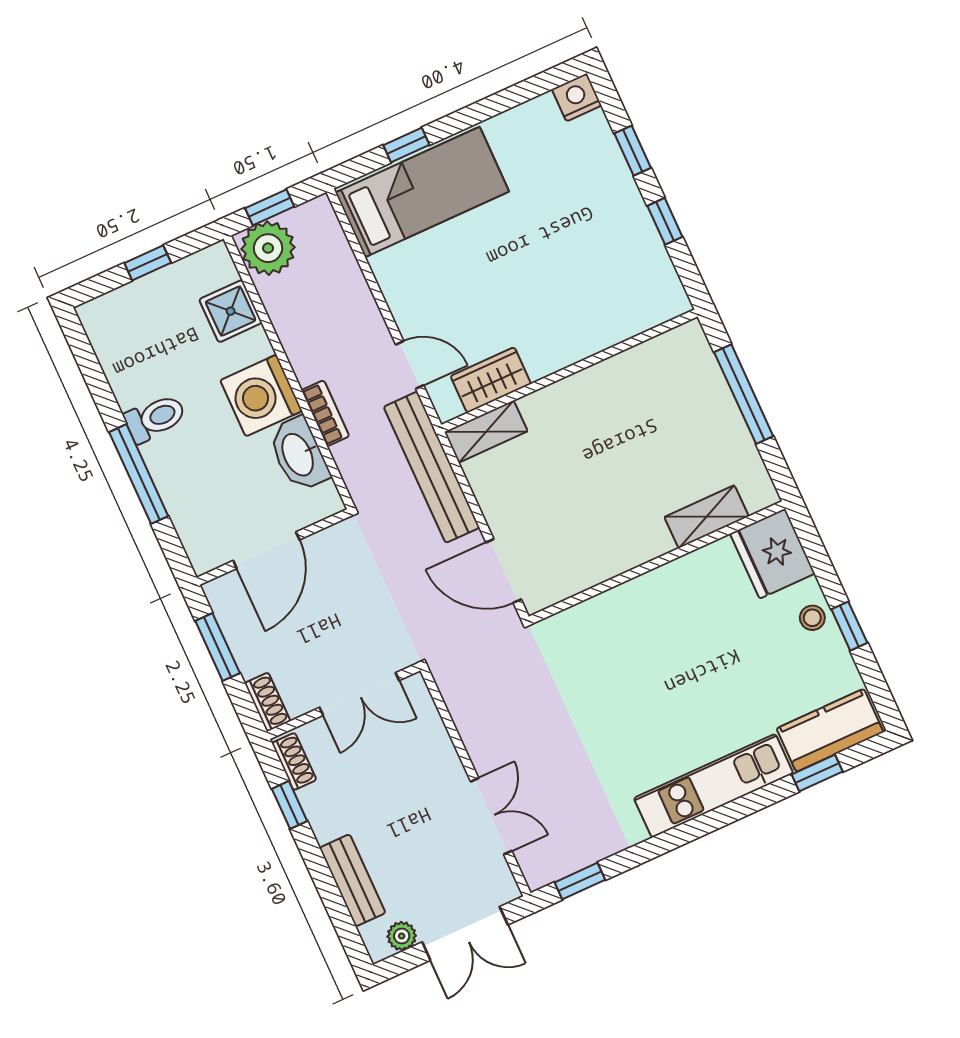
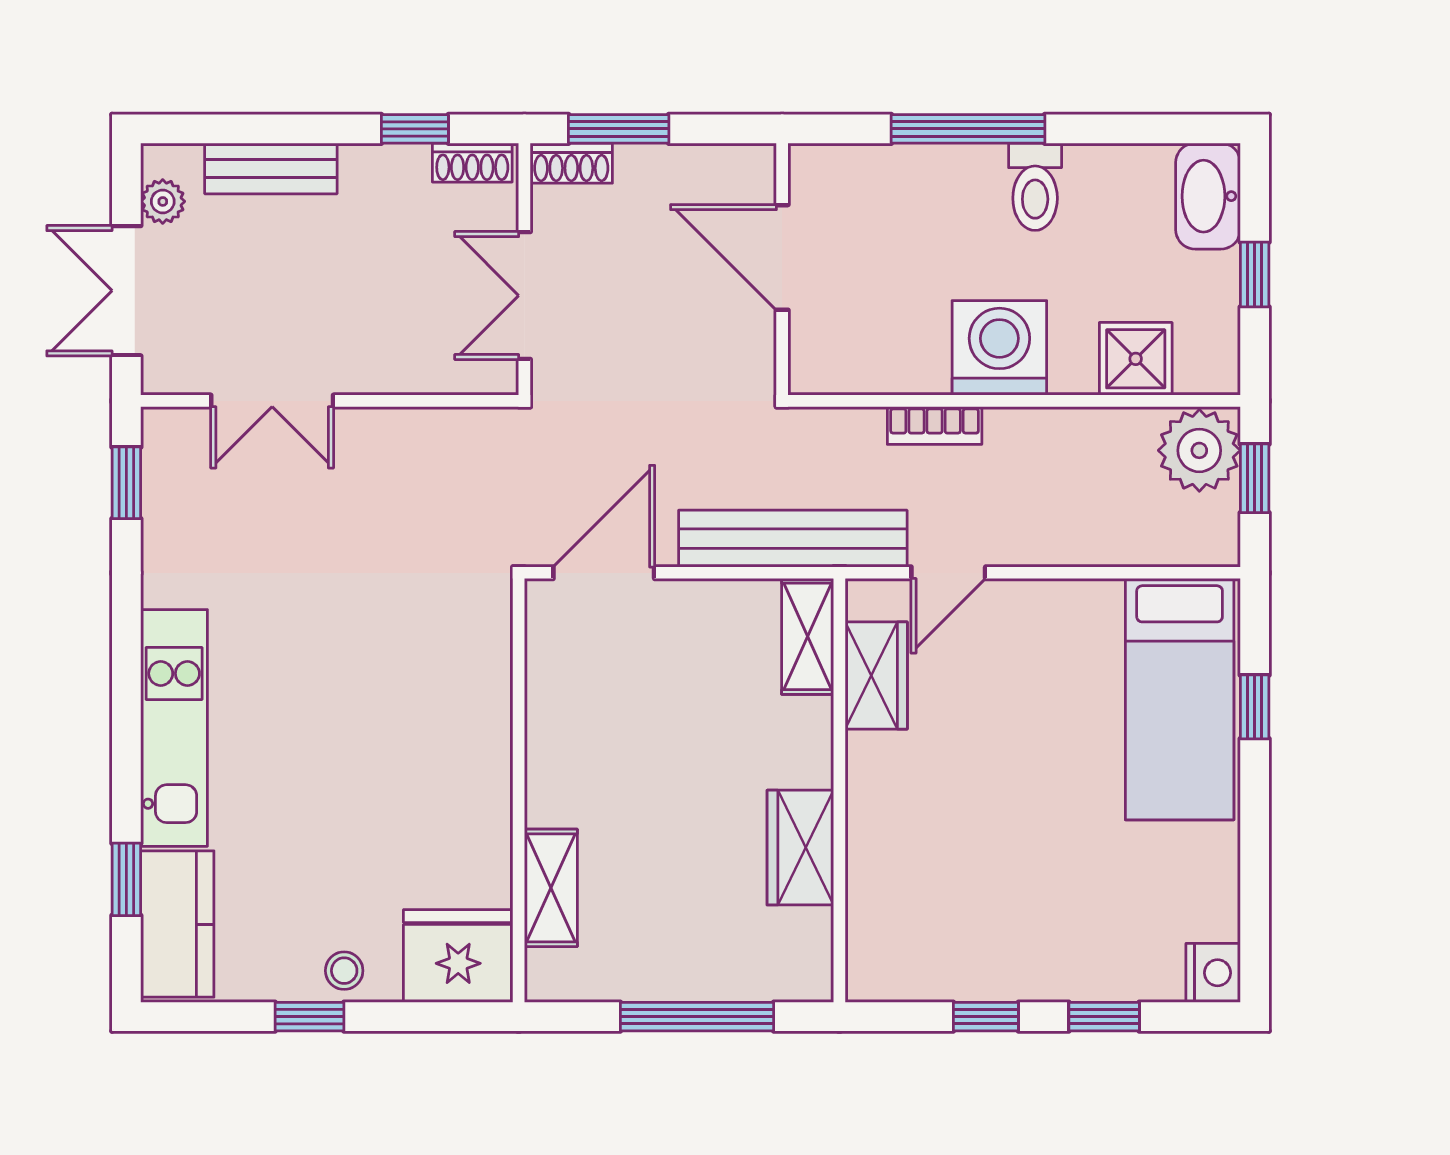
wardrobe: (614, 378) -> (800, 848), added
washbasin: (299, 454) -> (1208, 196), moved, turned -90
window: (218, 647) -> (619, 129), moved

